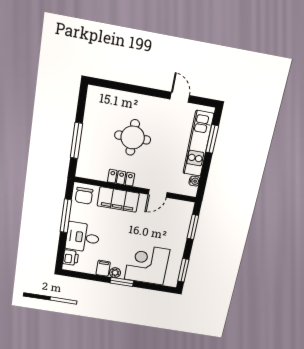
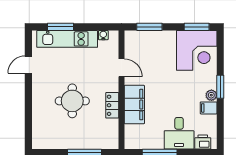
chair: (84, 196) -> (136, 138), removed
corner desk: (147, 264) -> (197, 50), moved, turned -90

